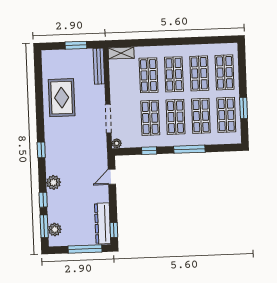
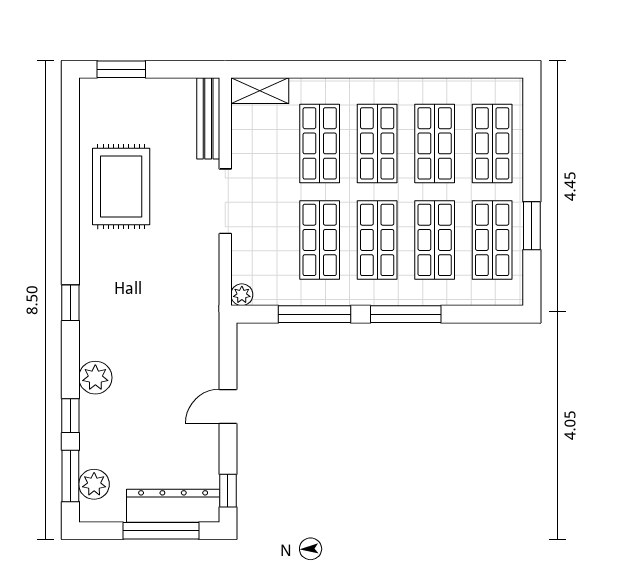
window: (76, 45) -> (121, 69), moved
doorway: (108, 119) -> (225, 201), moved
window: (149, 151) -> (314, 314), width x2.17
door: (112, 177) -> (228, 406), moved
dresser: (103, 223) -> (173, 506), moved, turned 90

